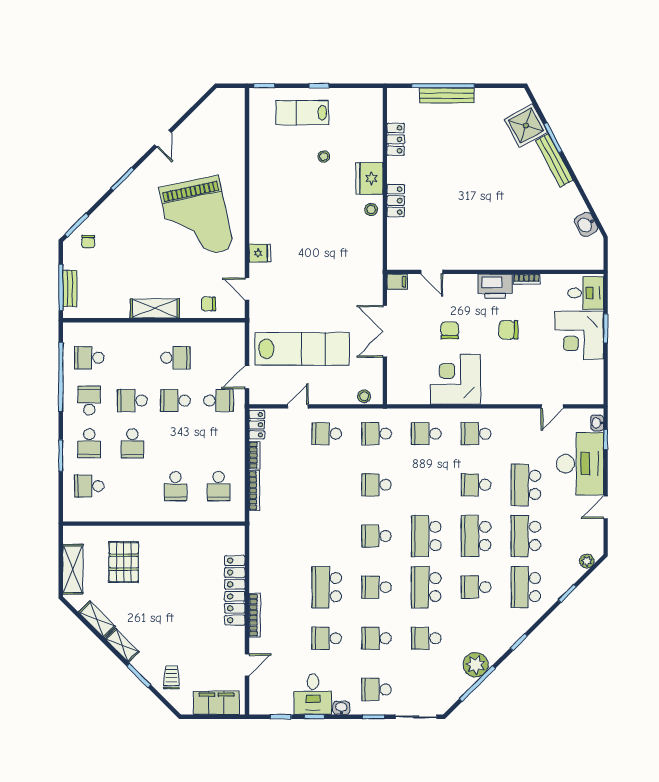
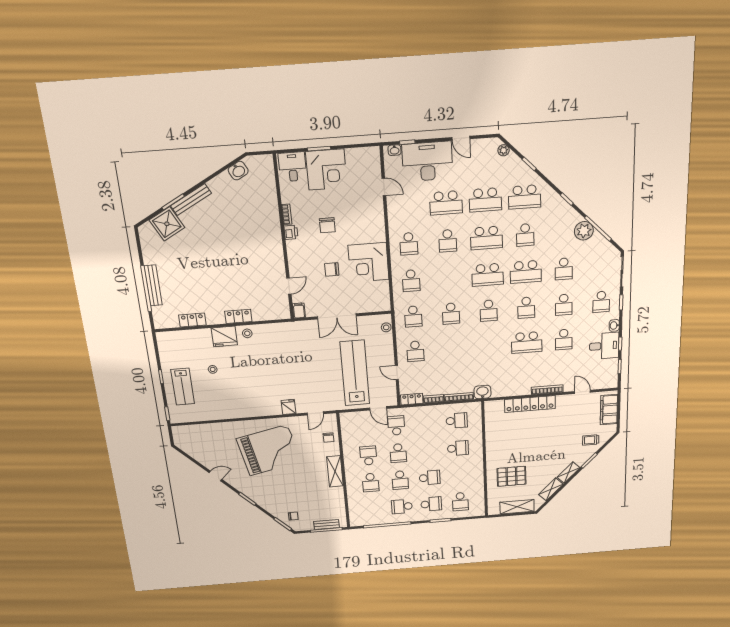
printer: (495, 286) -> (291, 232), width x0.53, depth x0.68
school desk: (89, 358) -> (371, 483), moved
washbasin: (259, 524) -> (482, 392), added

